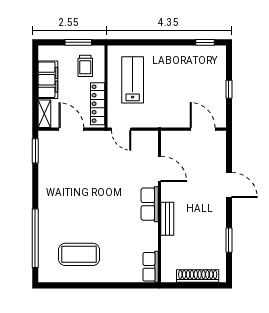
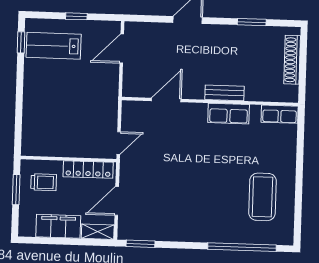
lab bench: (133, 80) -> (54, 46), moved
row of seats: (150, 204) -> (229, 114), moved

